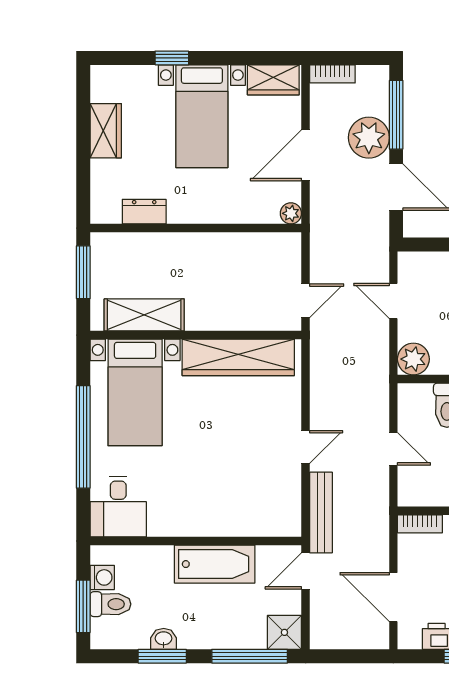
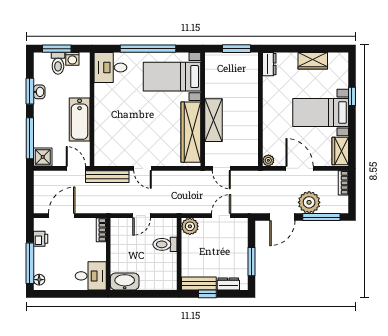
dresser: (144, 212) -> (269, 64), moved
shelving: (144, 315) -> (214, 120), moved

